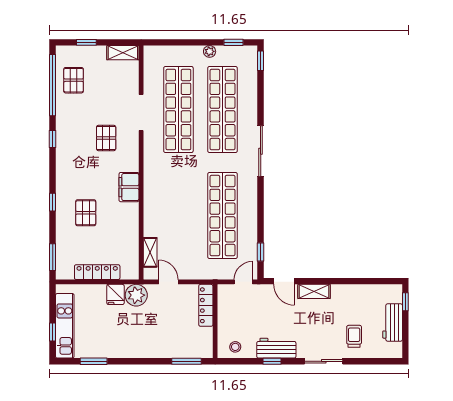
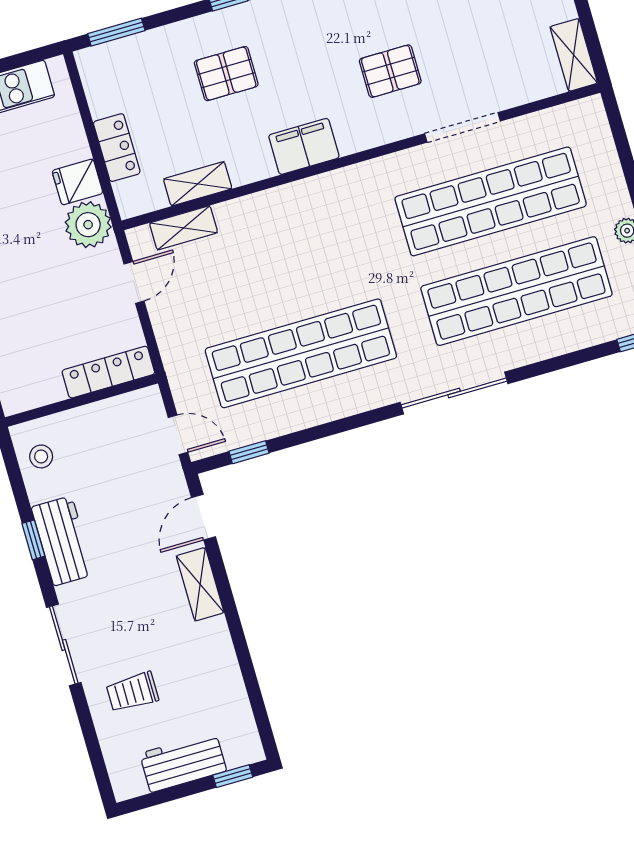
shelving: (132, 240) -> (198, 184), added
locker: (97, 272) -> (117, 148), width x0.66
trolley: (354, 336) -> (132, 692), turned 180

